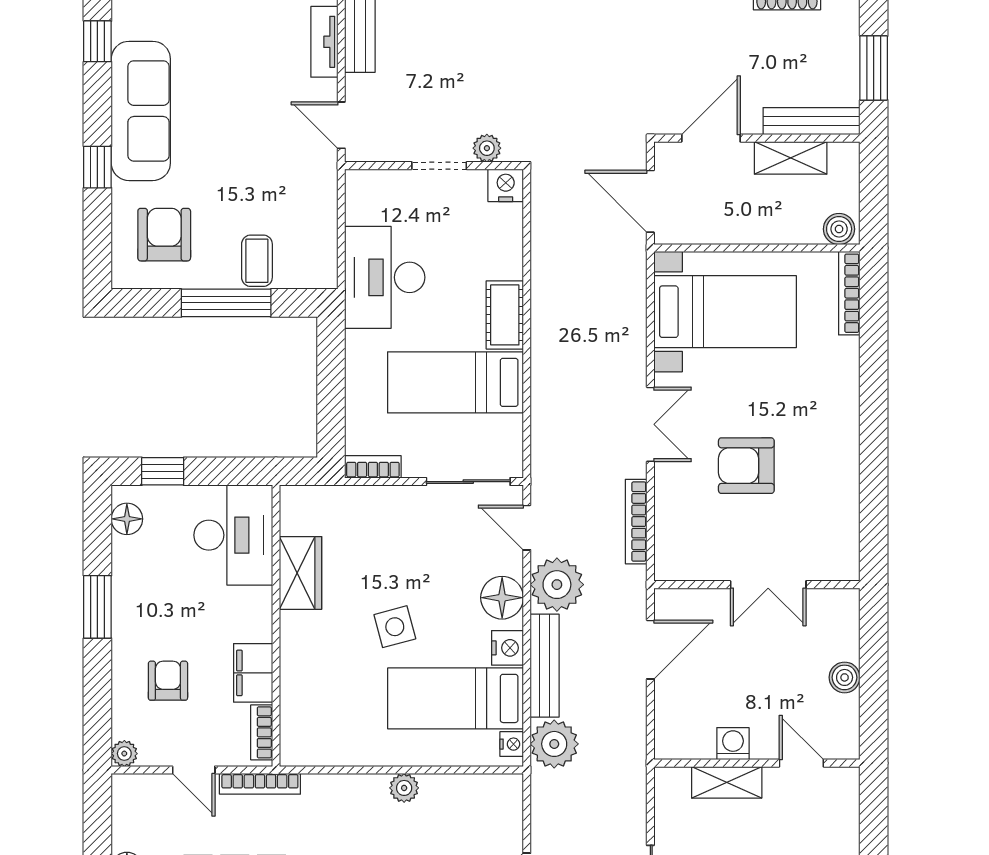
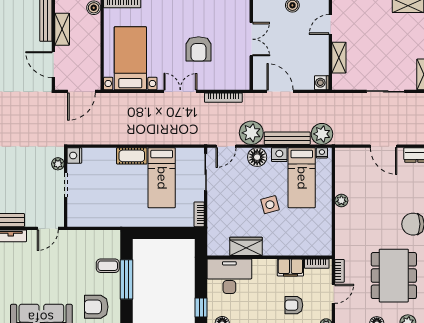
desk: (385, 277) -> (115, 209), removed
washing machine: (733, 744) -> (322, 83), moved
bookcase: (260, 784) -> (340, 271), width x0.64

